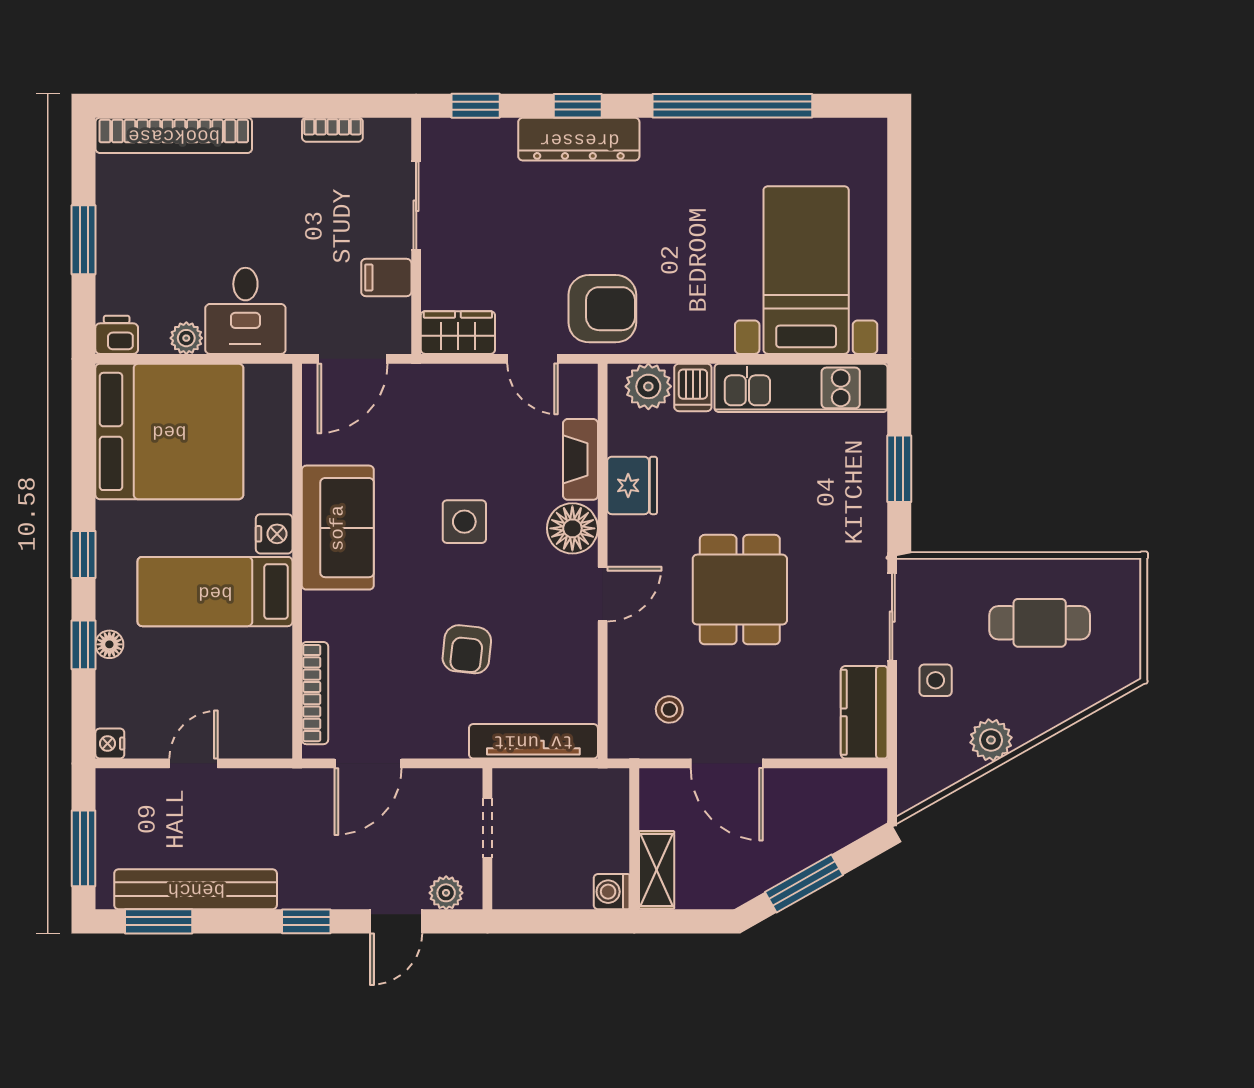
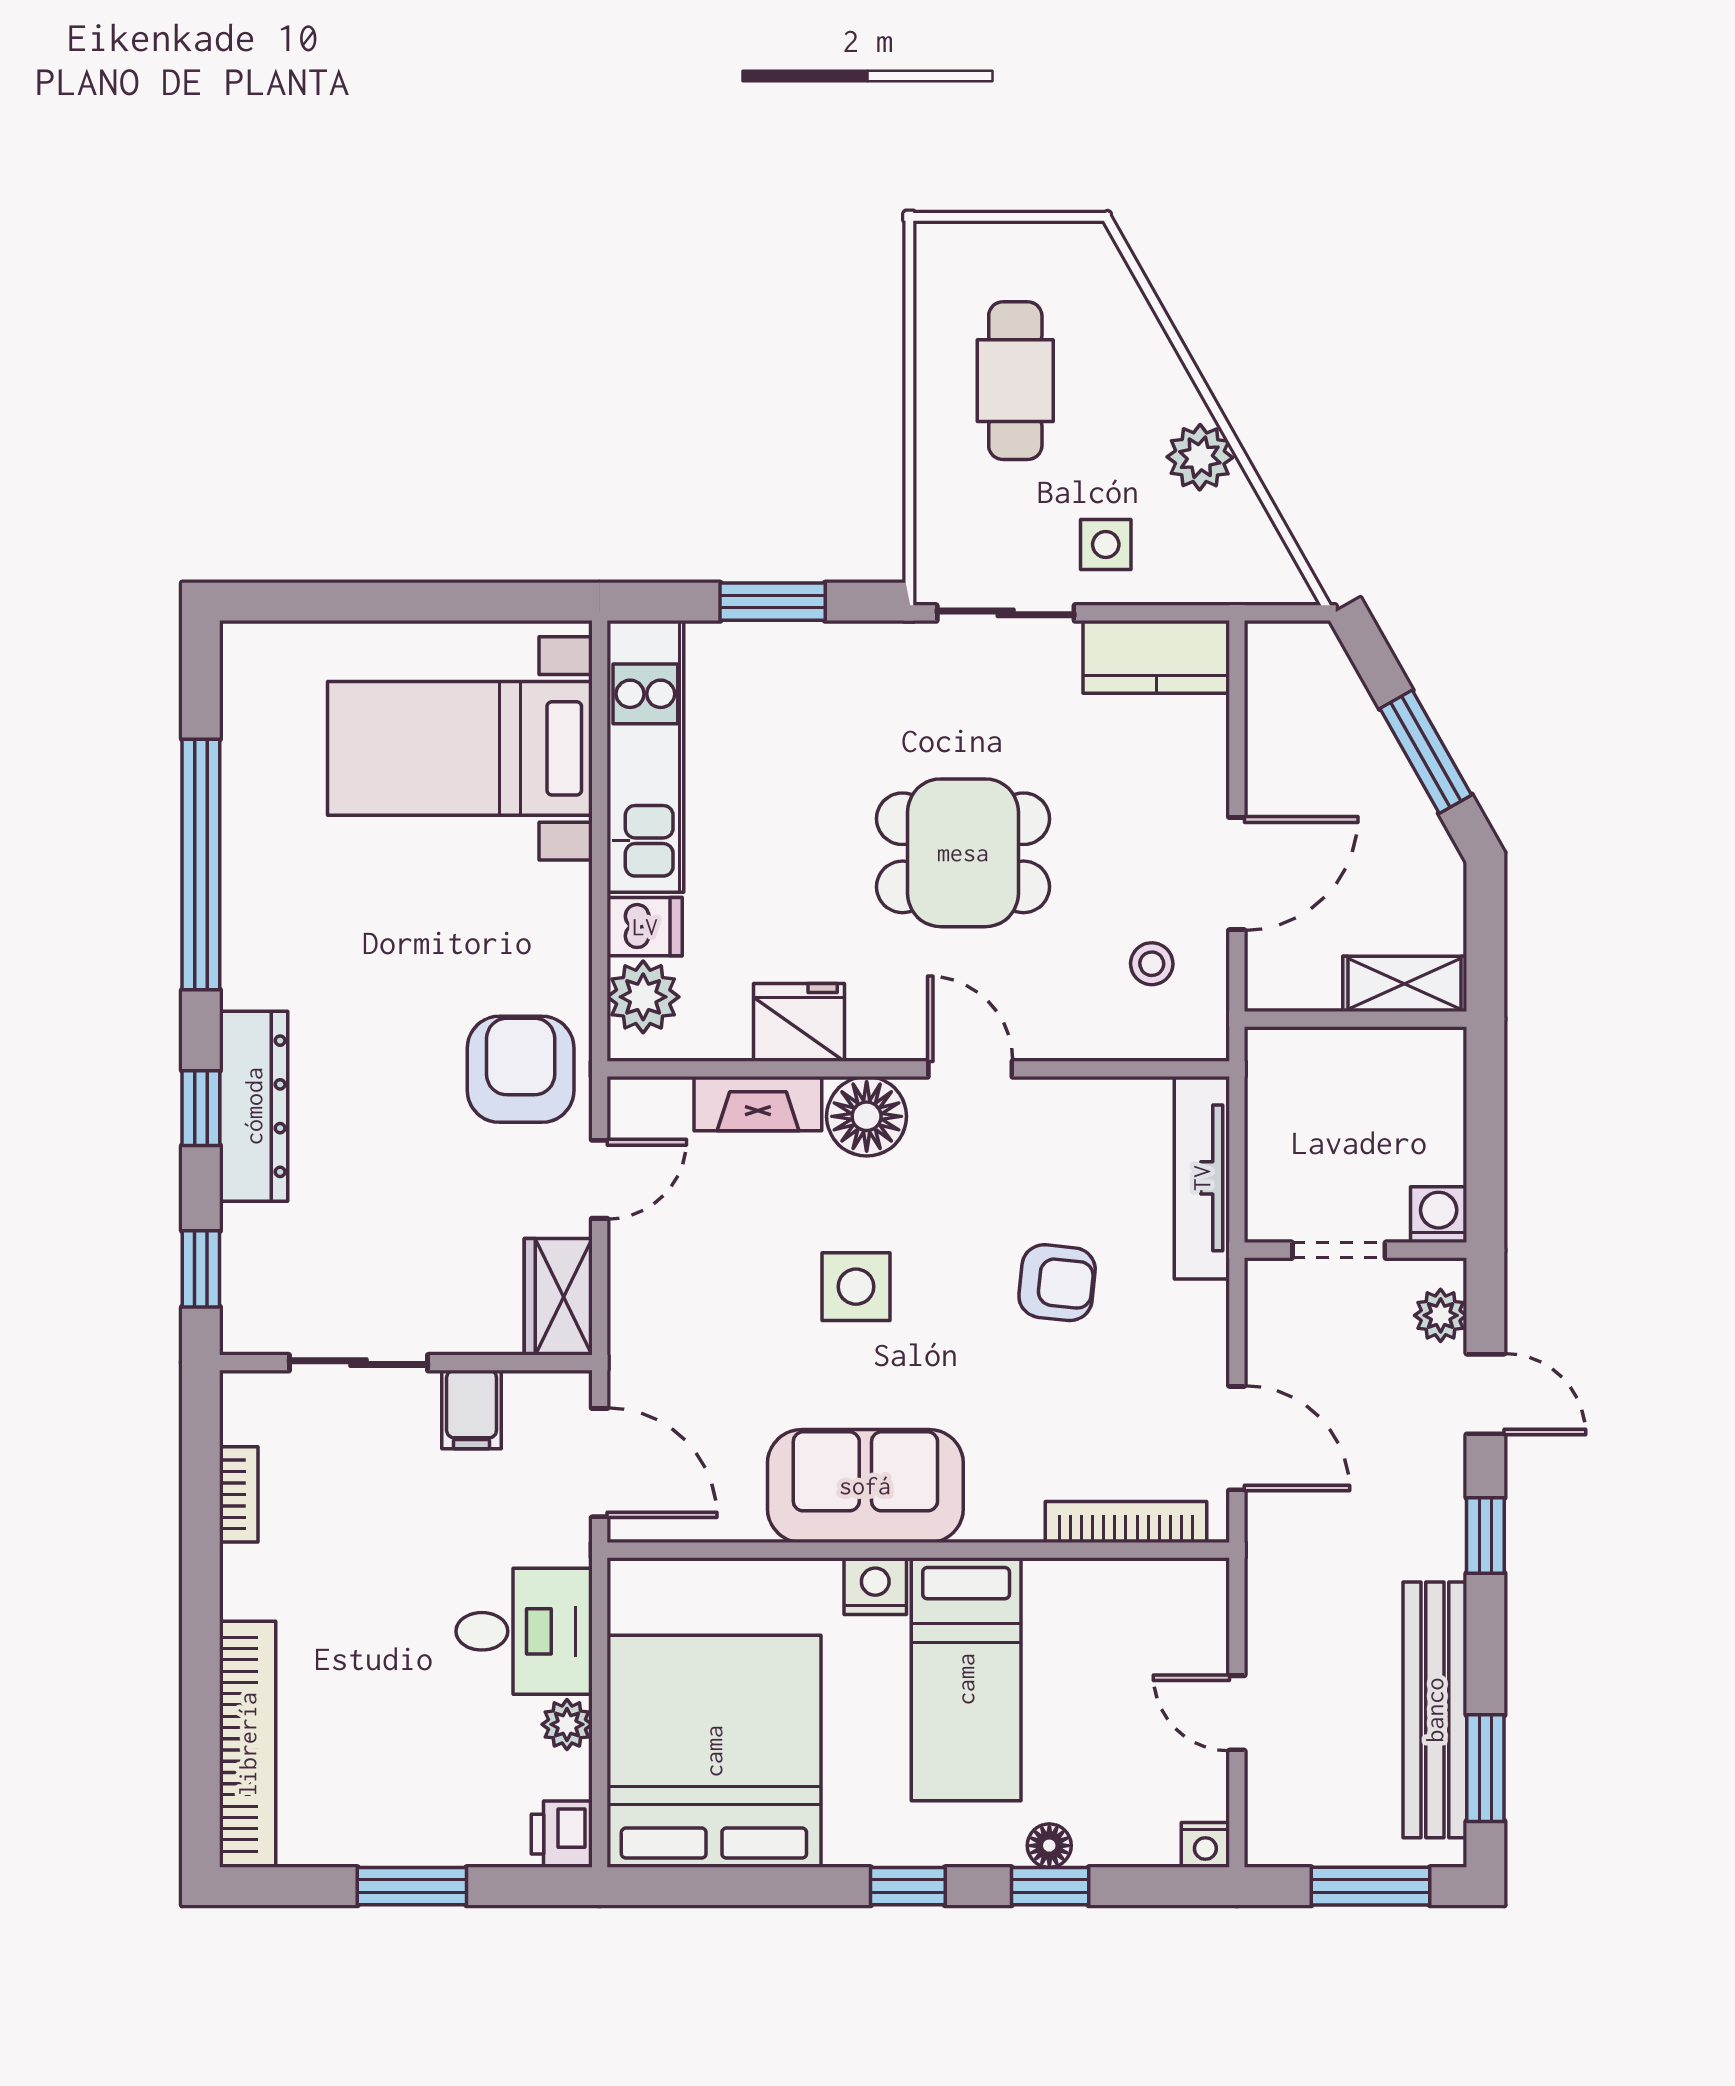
washing machine: (612, 892) -> (1439, 1215), moved, turned 180

